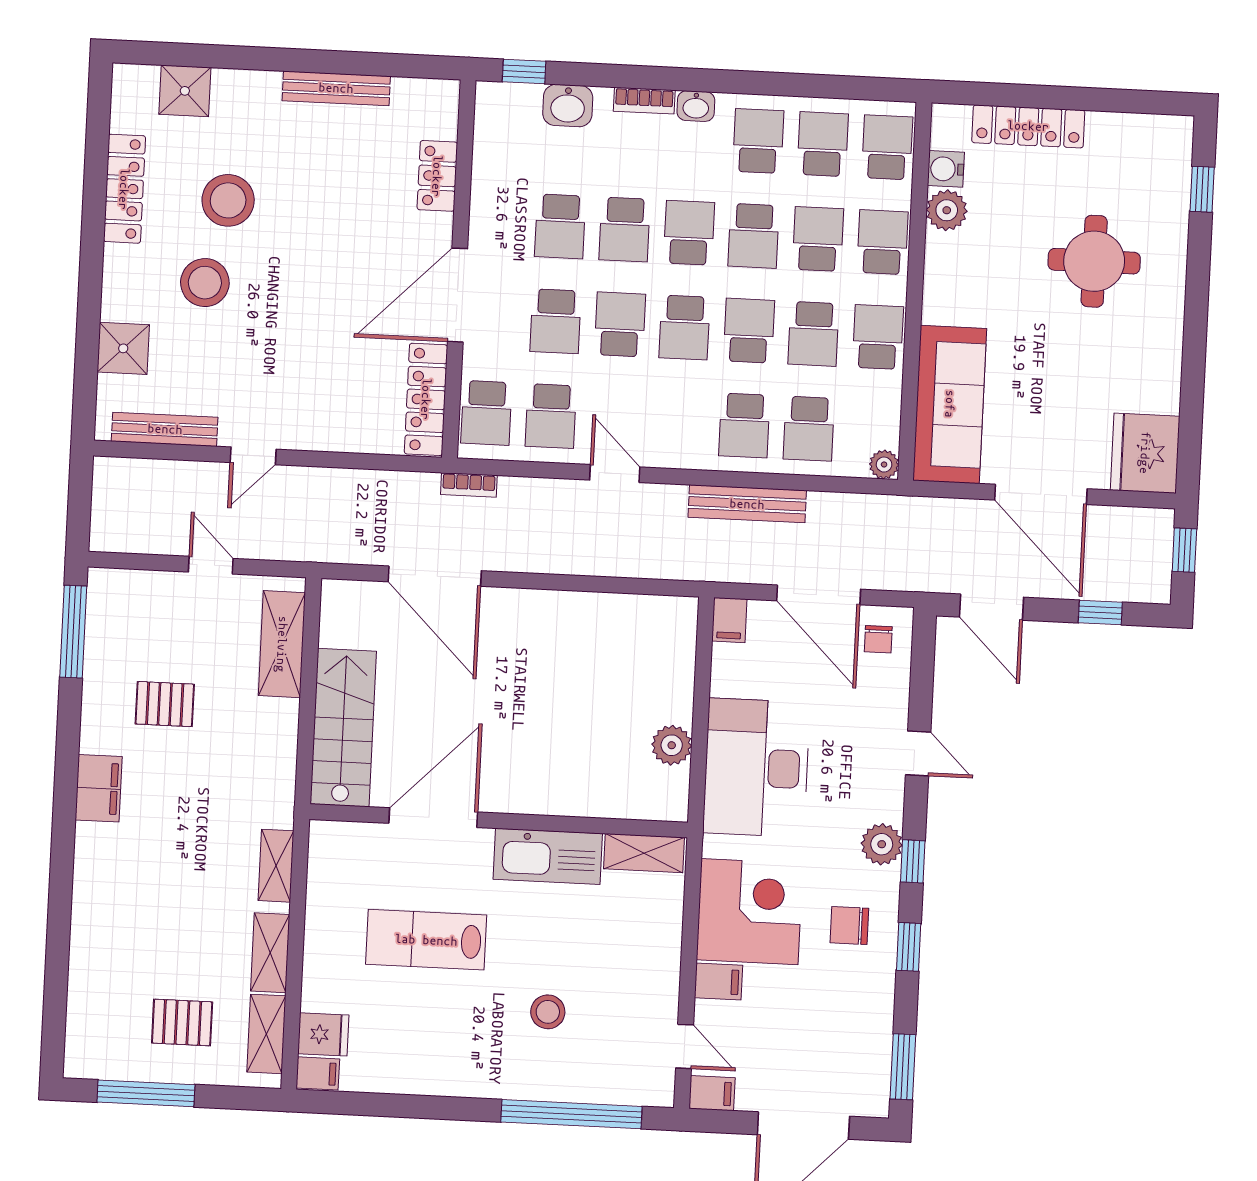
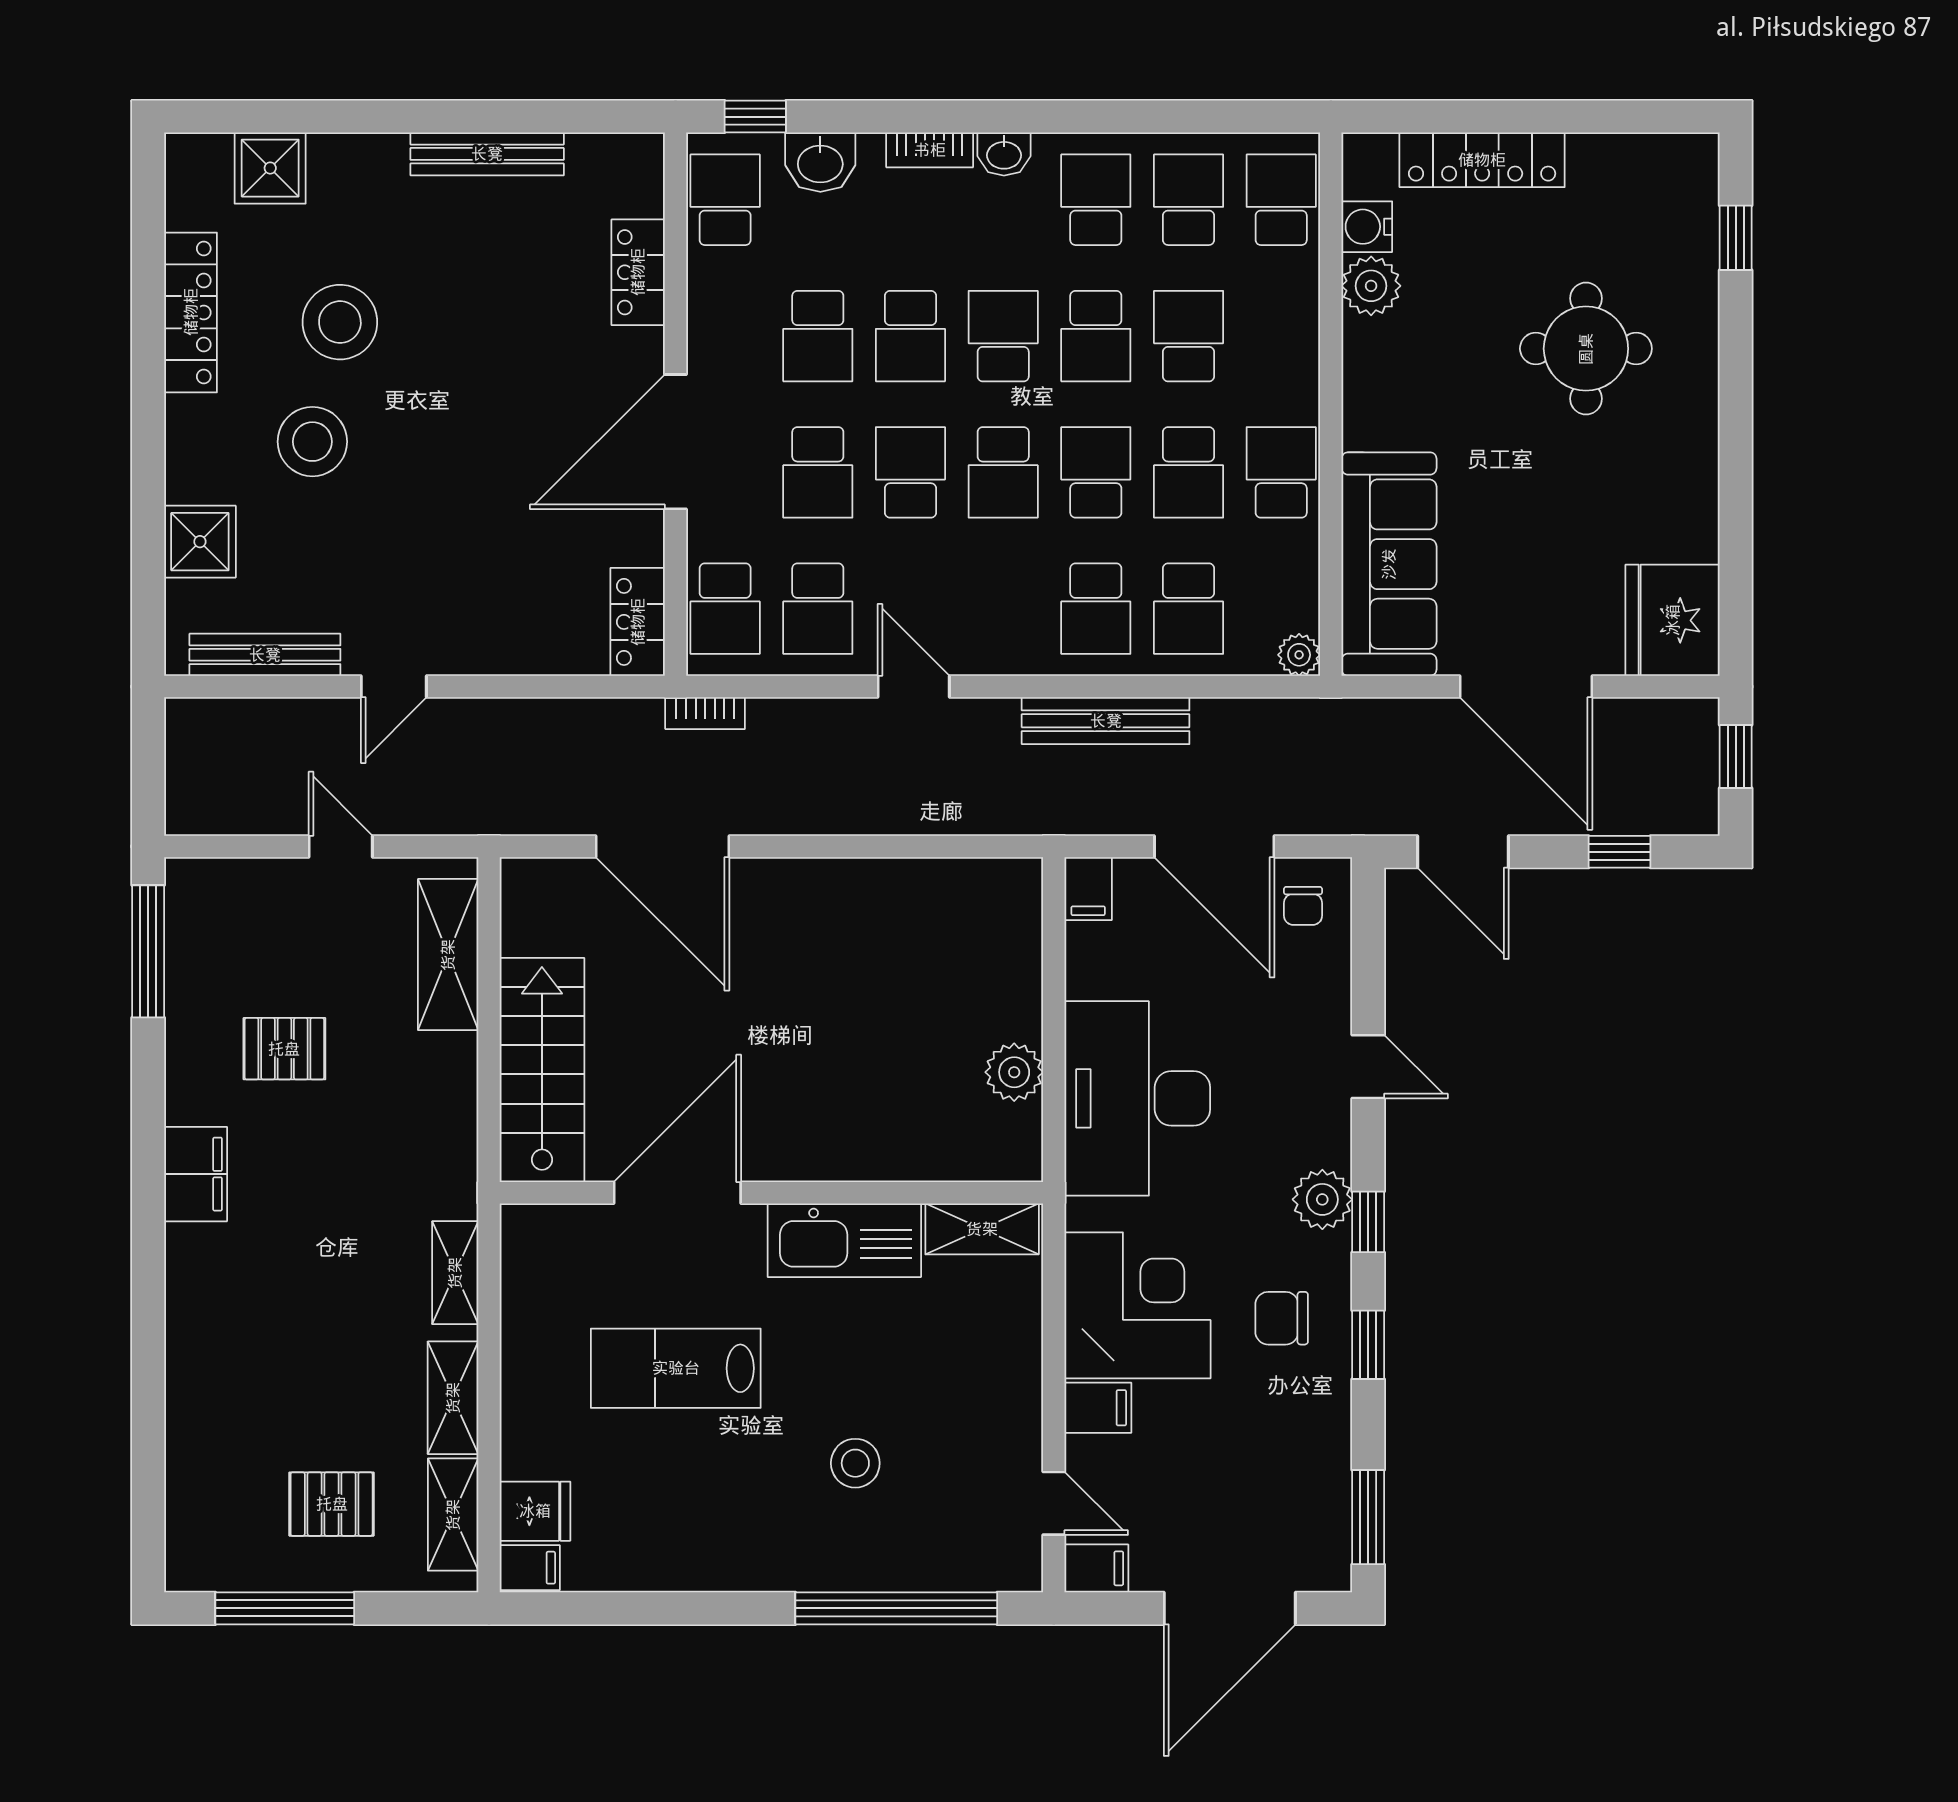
school desk: (883, 242) -> (725, 200), moved
locker: (426, 399) -> (638, 622), width x0.66

